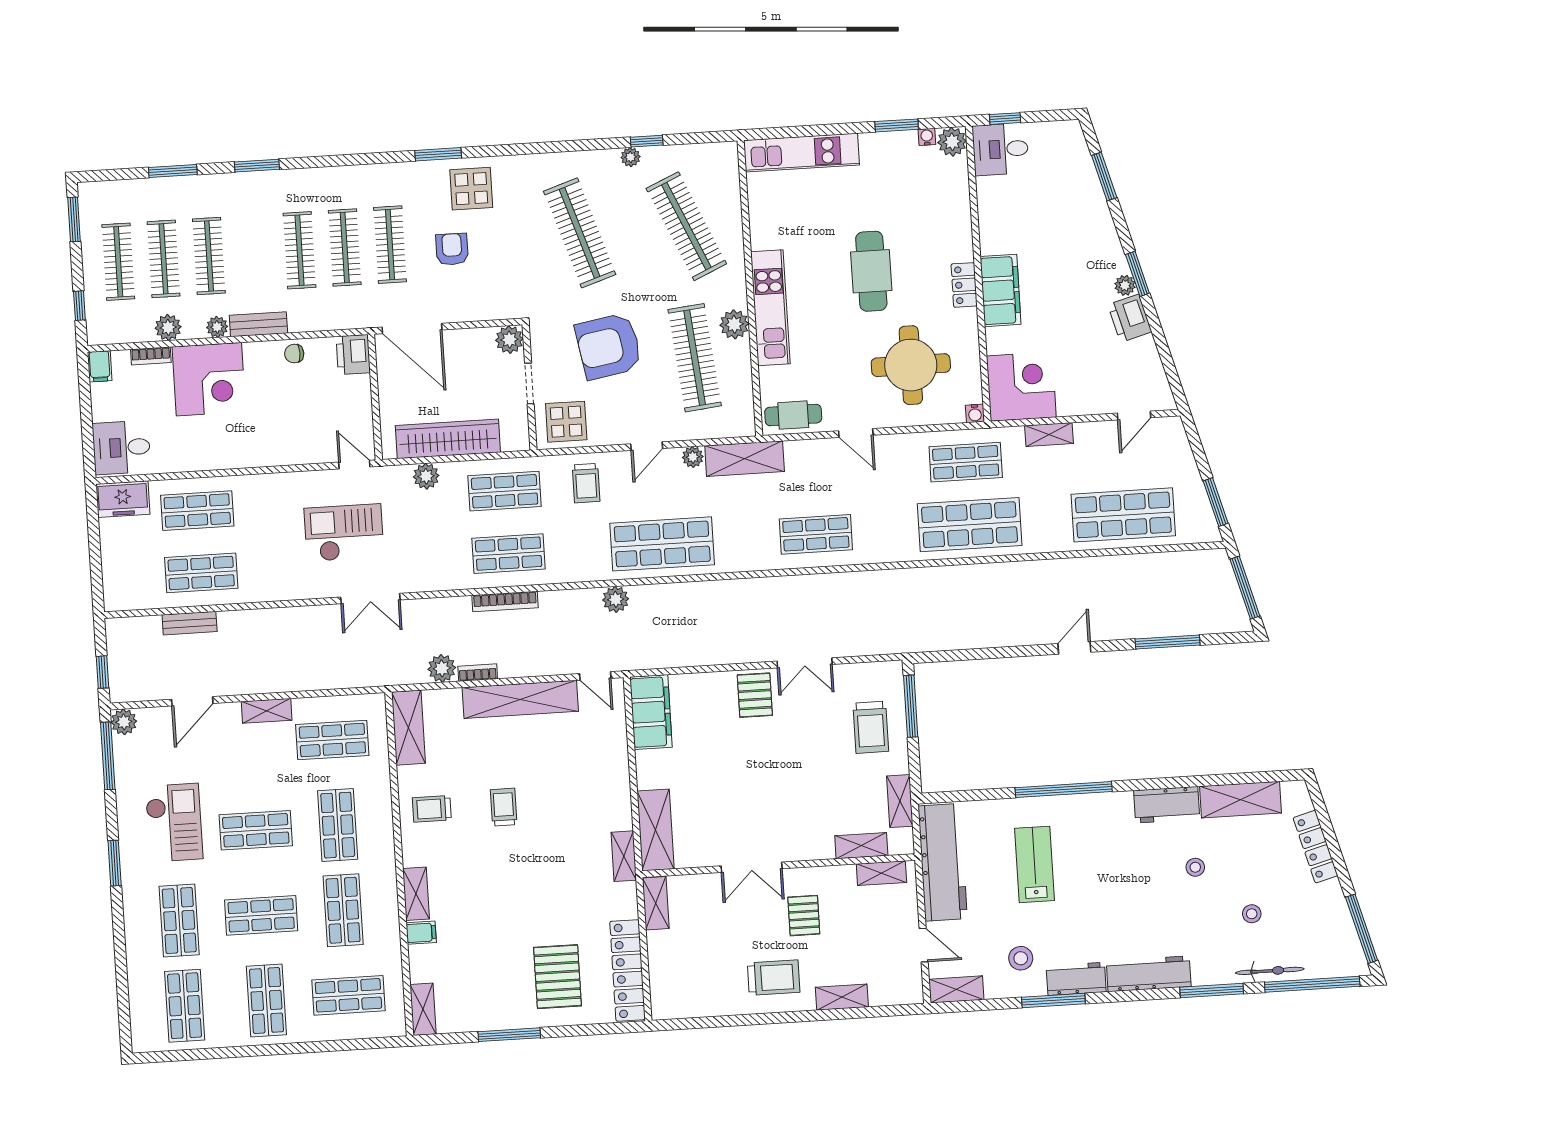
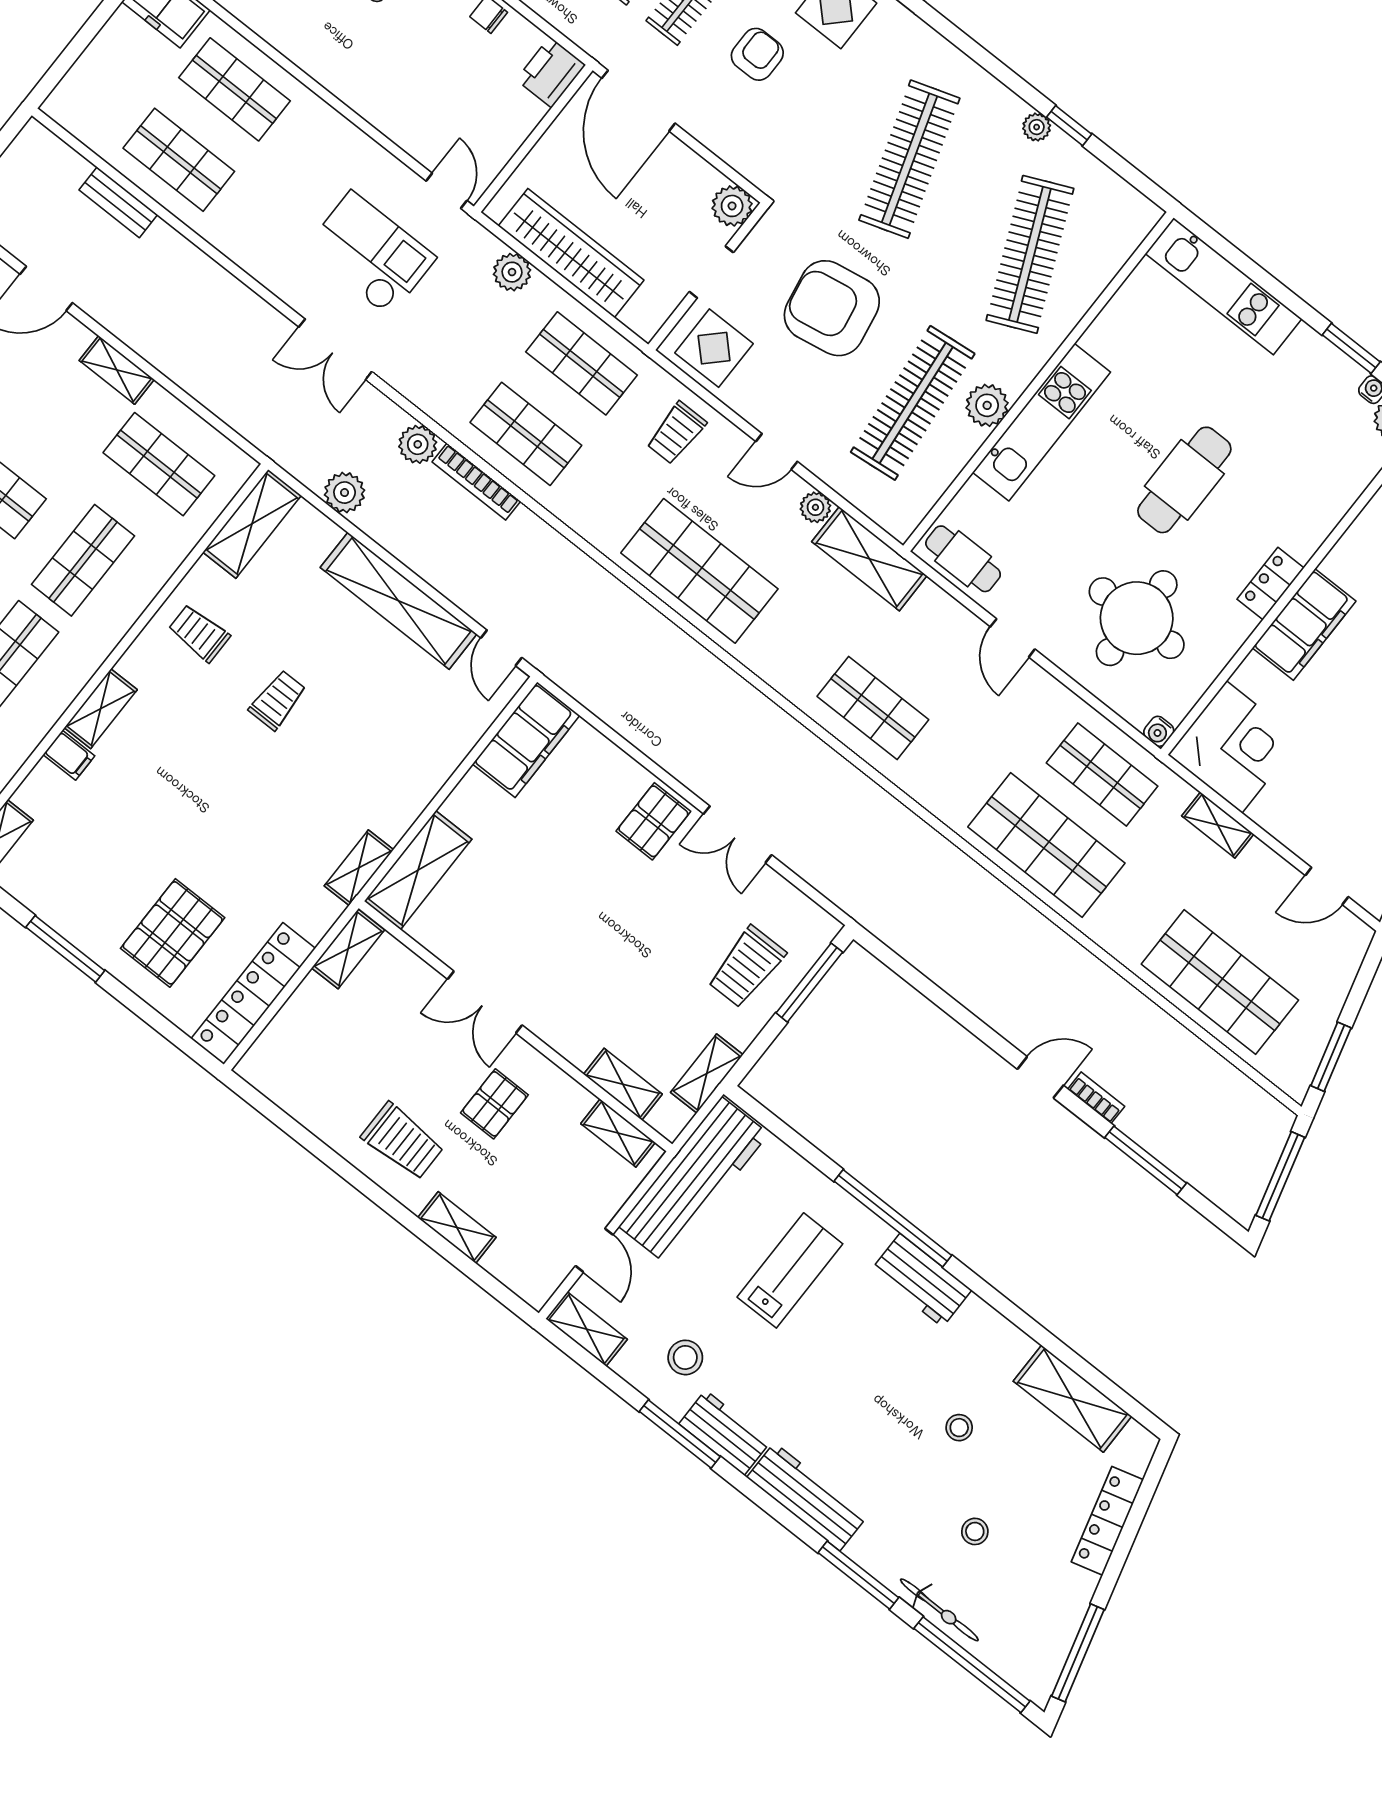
plant: (616, 599) -> (418, 444), moved
bookcase: (478, 673) -> (1096, 1098), moved
workbench: (1167, 805) -> (921, 1280), moved

